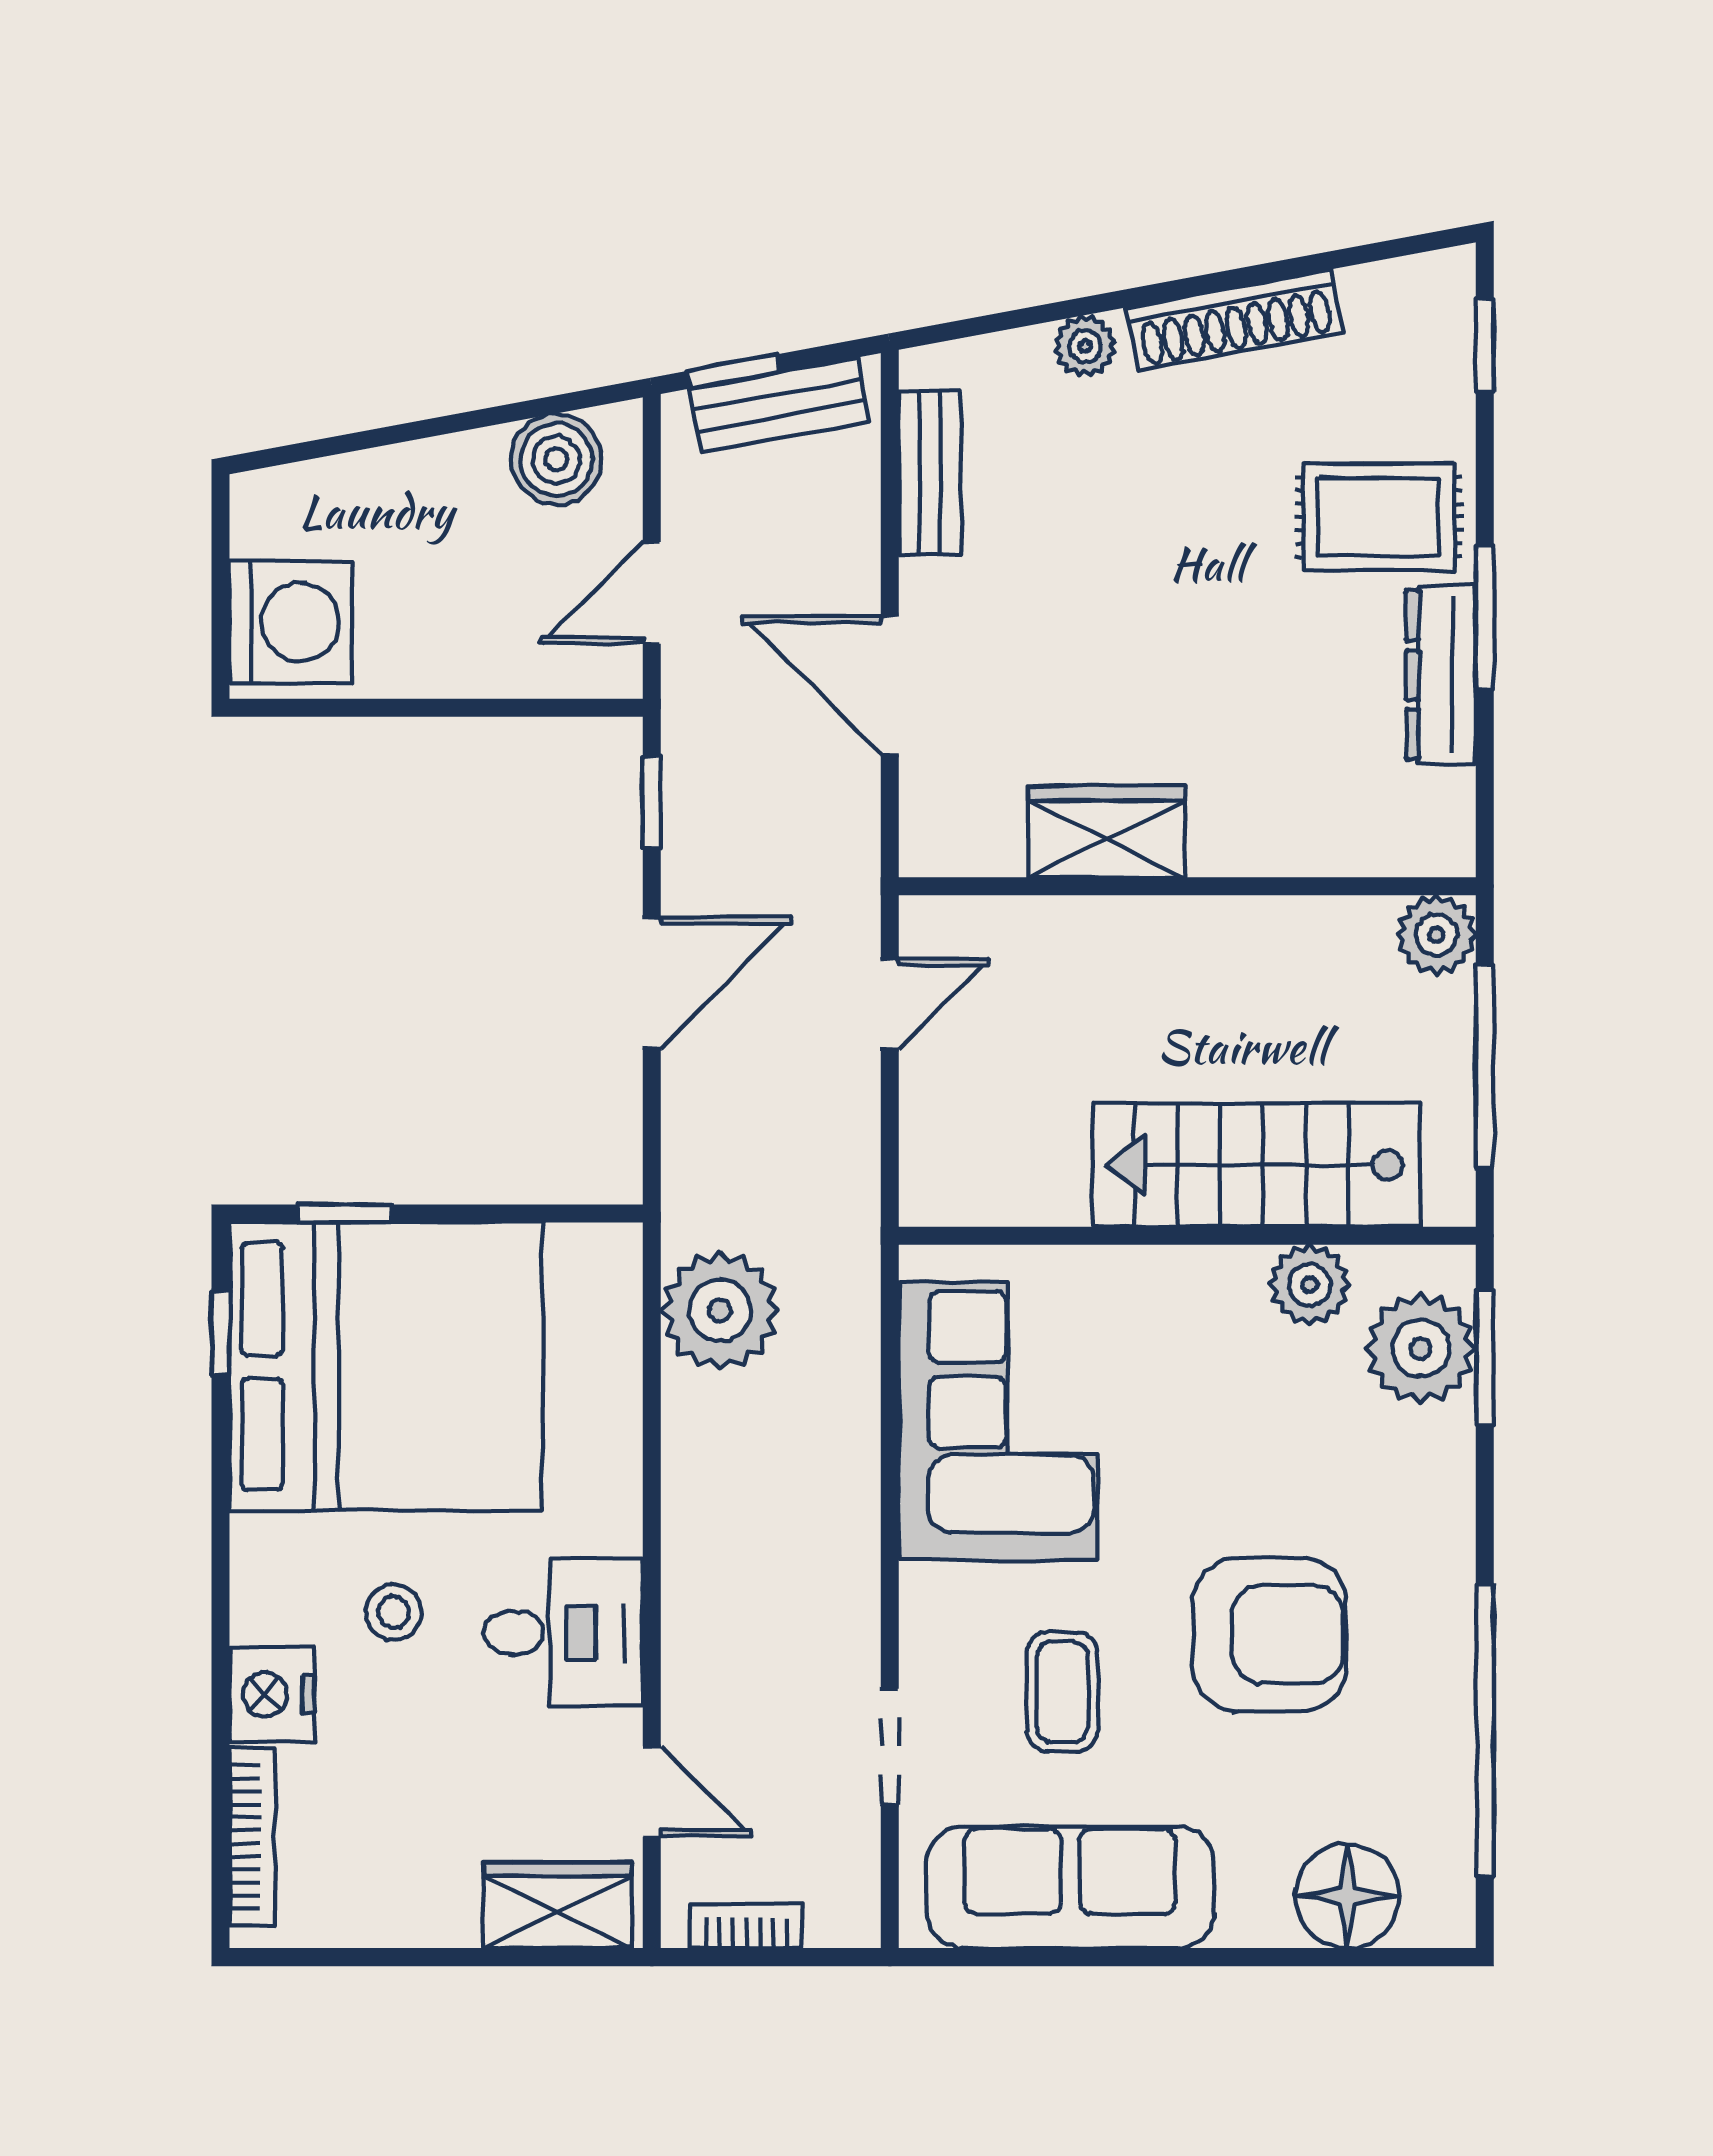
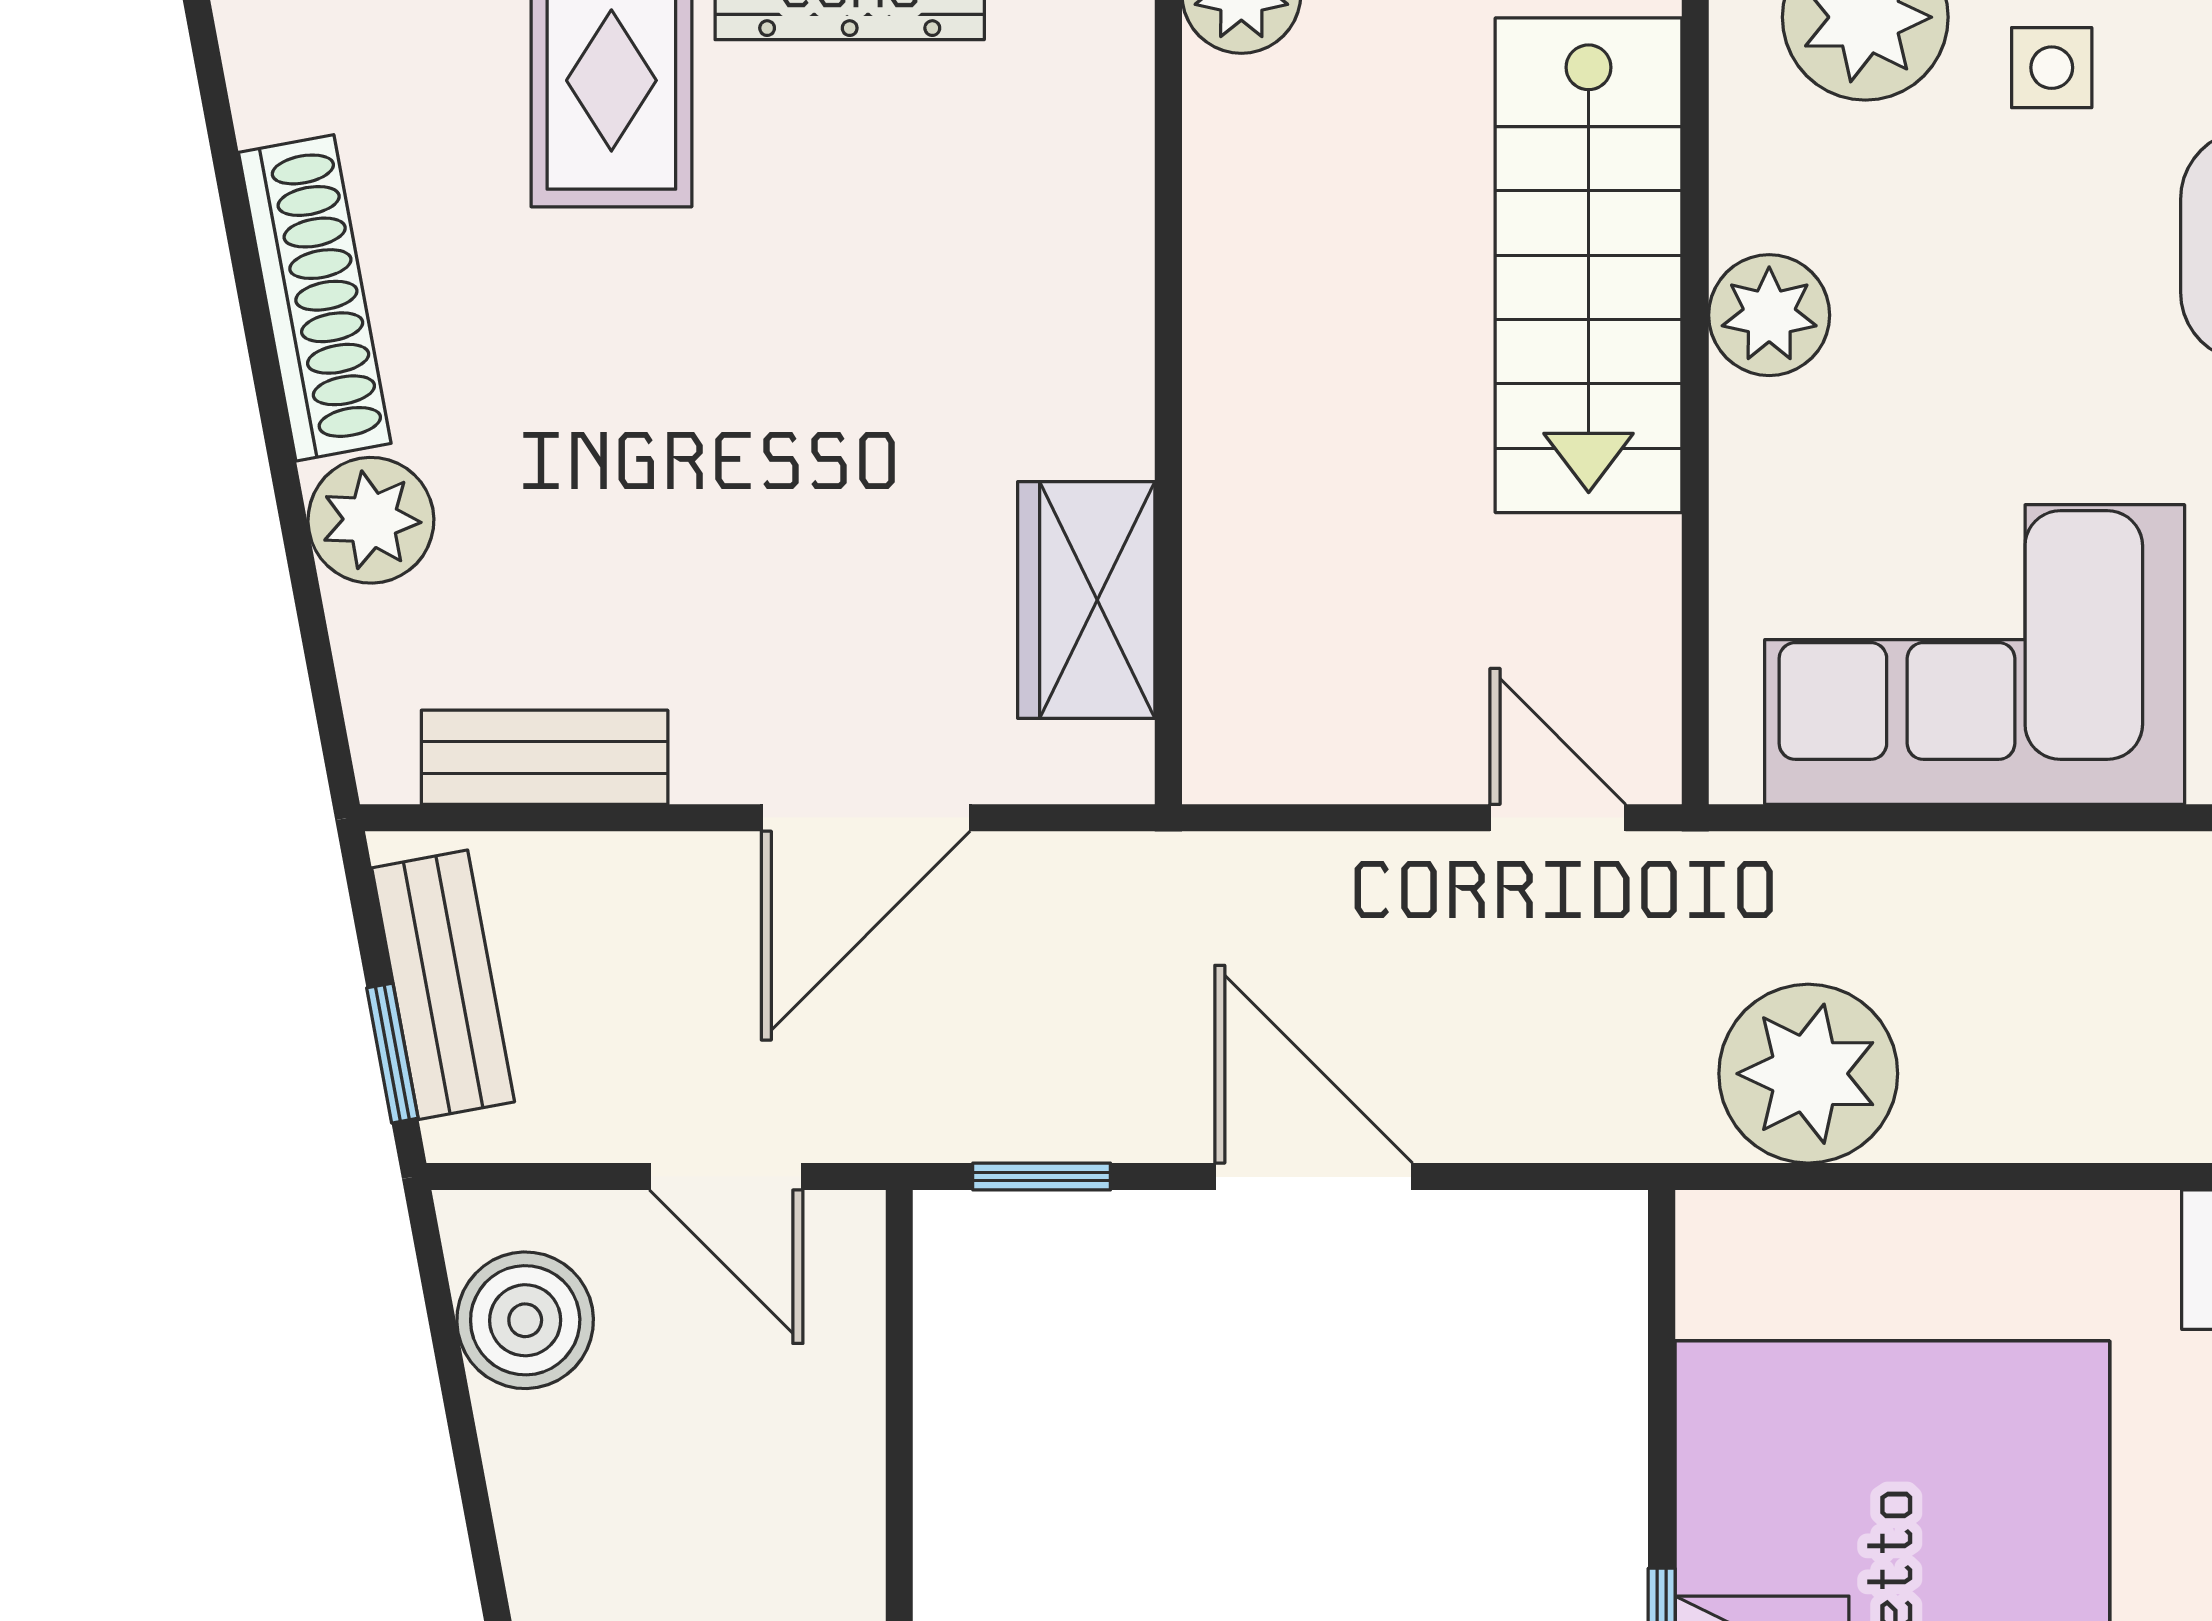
plant: (1085, 346) -> (371, 520), width x1.38, depth x1.38
wardrobe: (1107, 832) -> (1086, 600), moved
door: (890, 1004) -> (1558, 818), moved
plant: (1310, 1285) -> (1769, 315), moved
side table: (1387, 1472) -> (2052, 68), added

